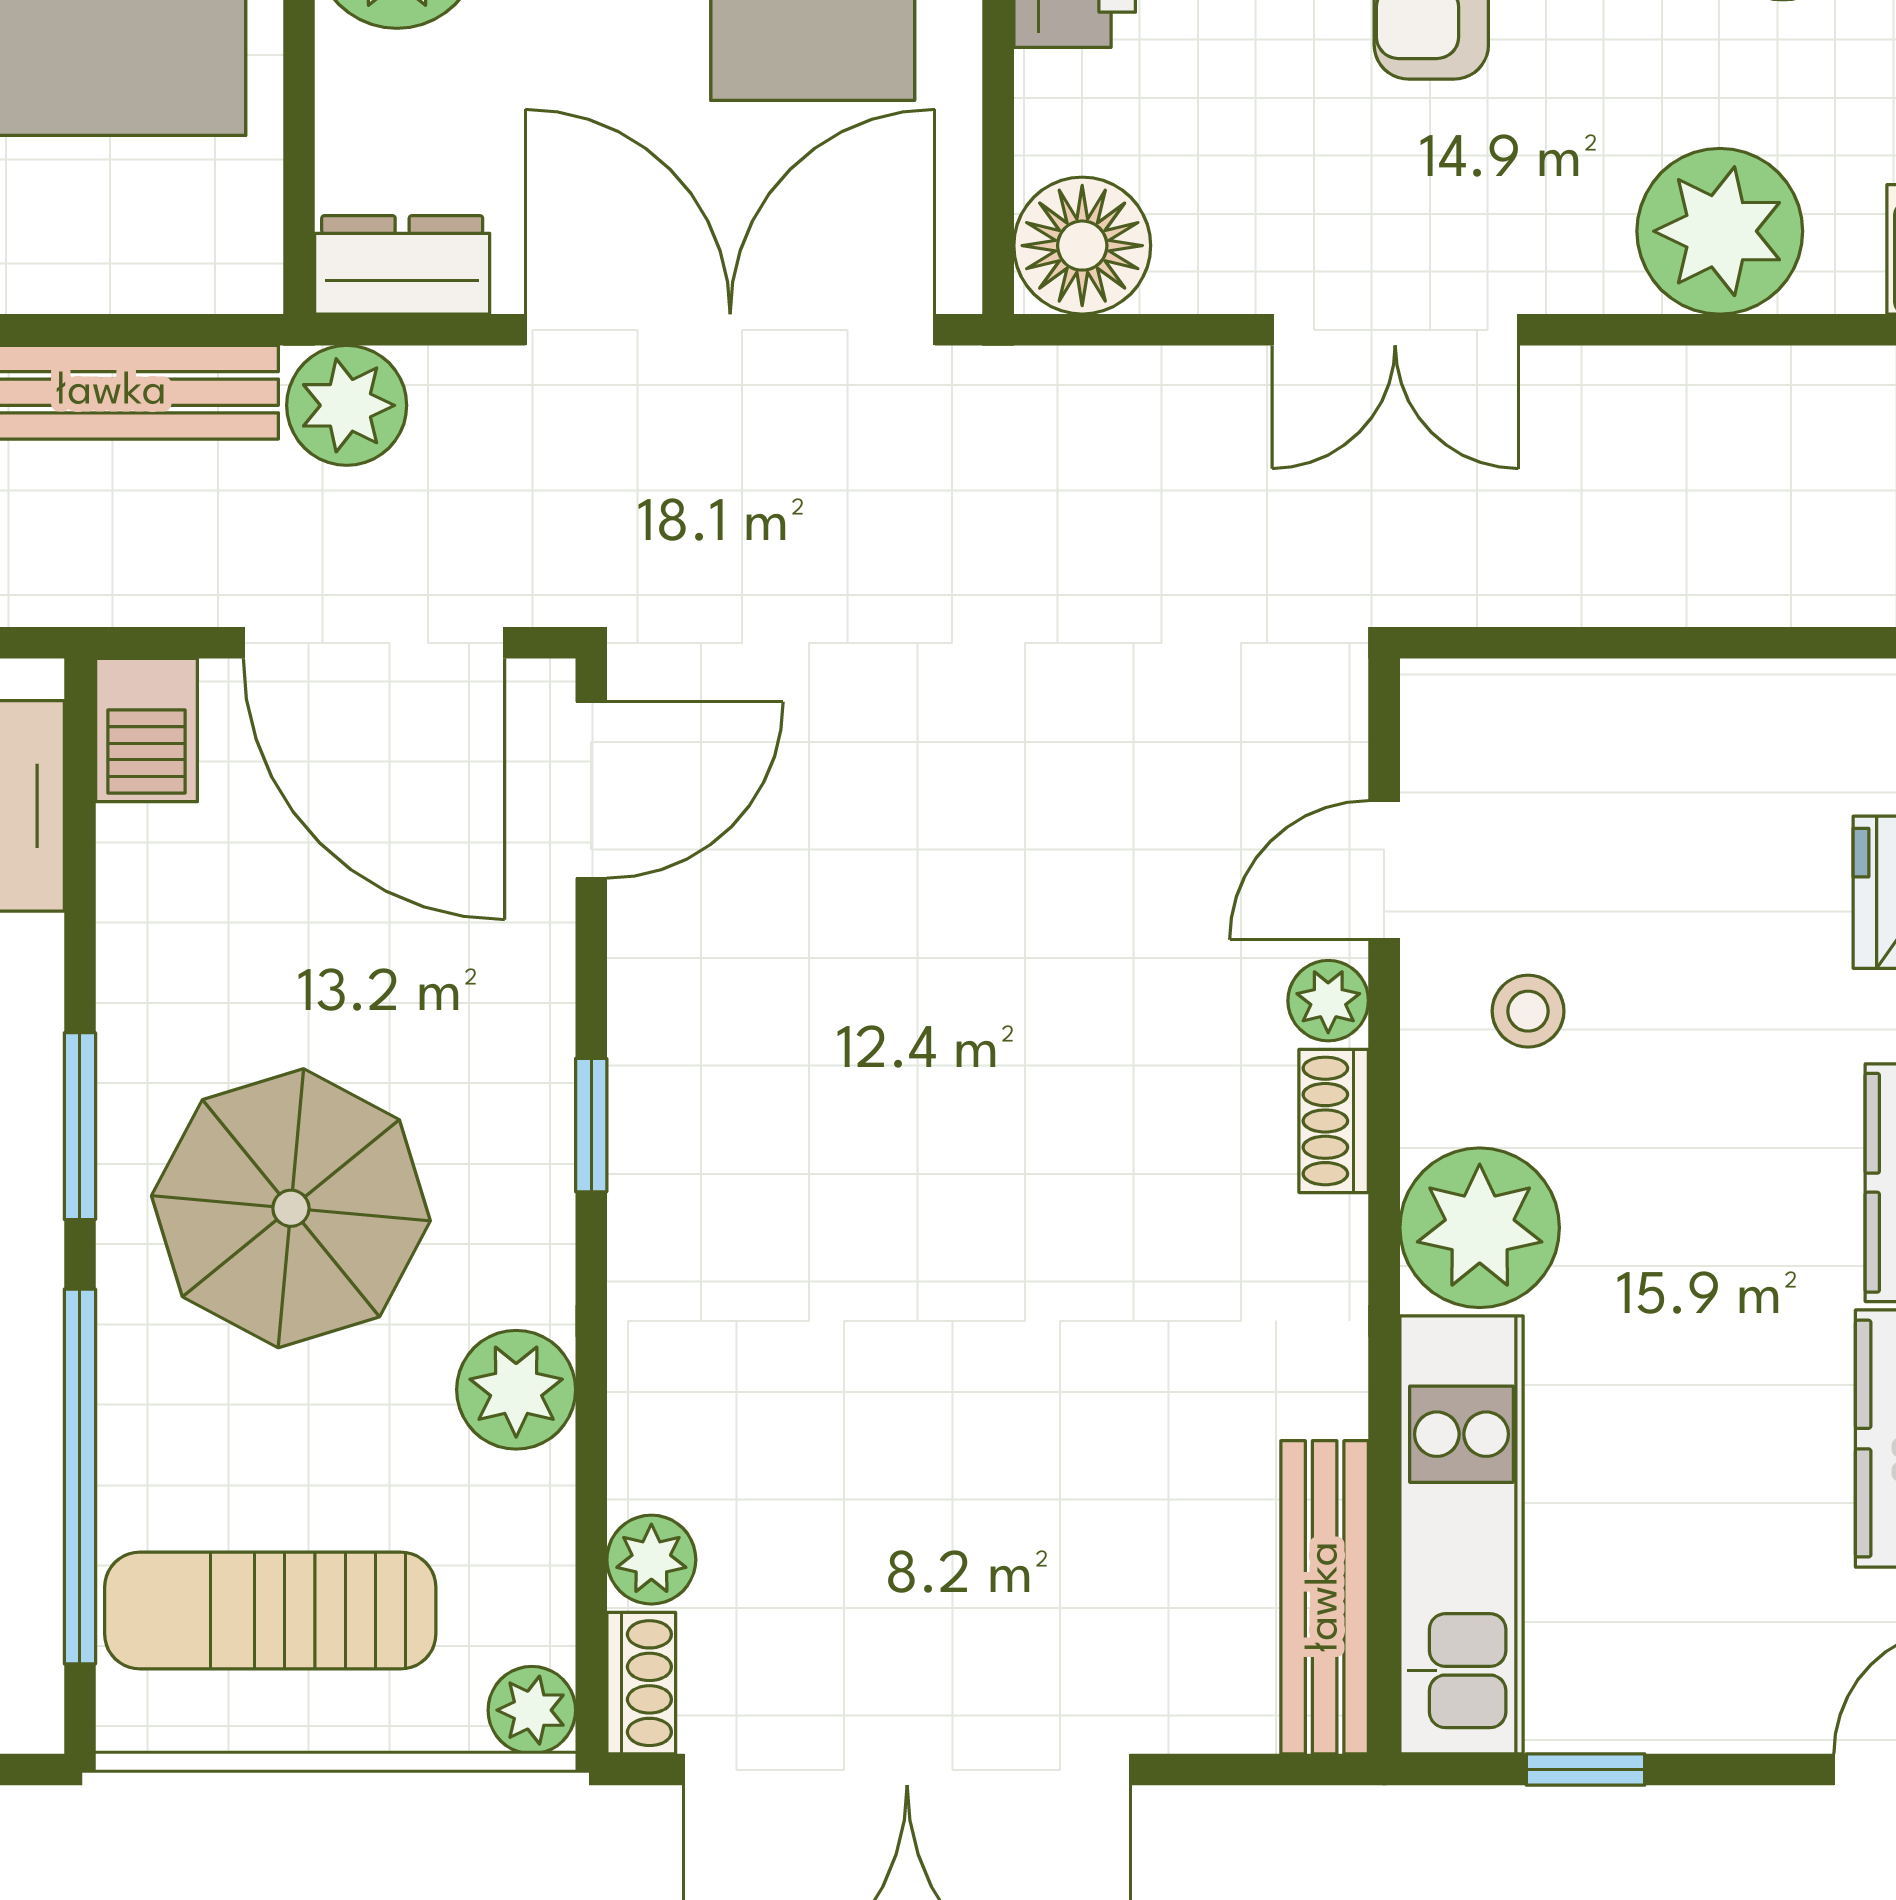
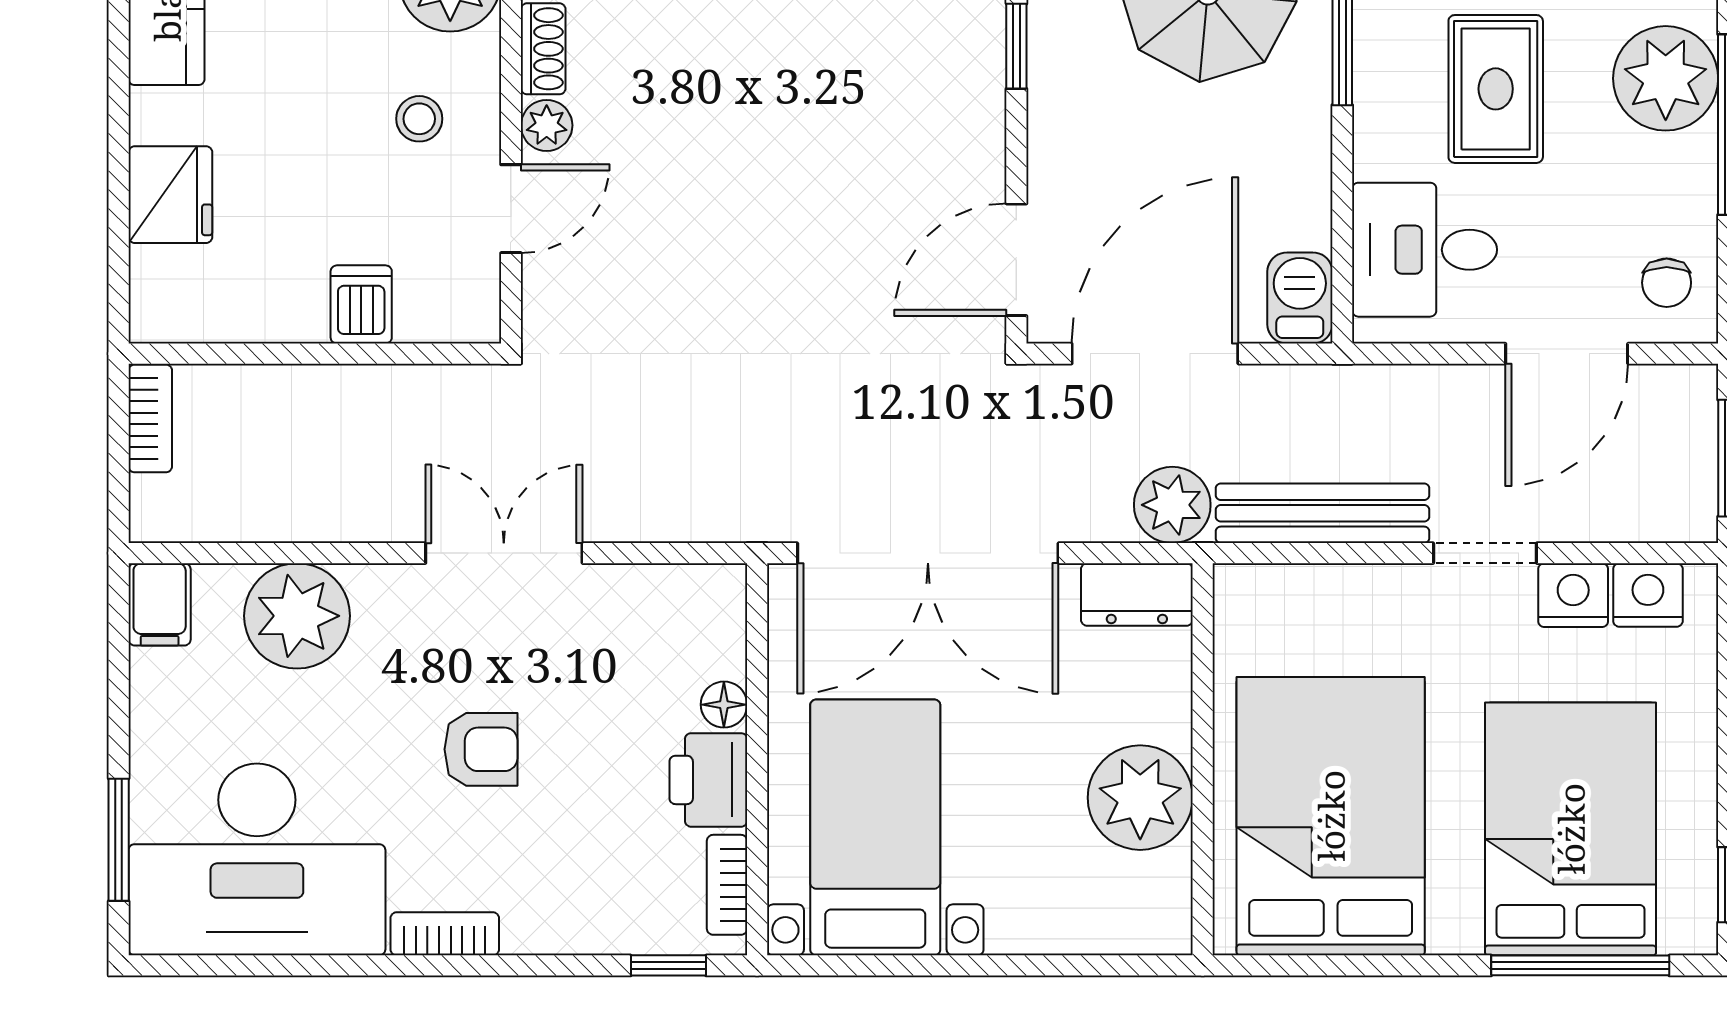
floor lamp: (1082, 246) -> (724, 705), moved, width x0.53, depth x0.53
door: (374, 643) -> (1155, 354), hinge flipped
dishwasher: (1619, 720) -> (361, 304), added

